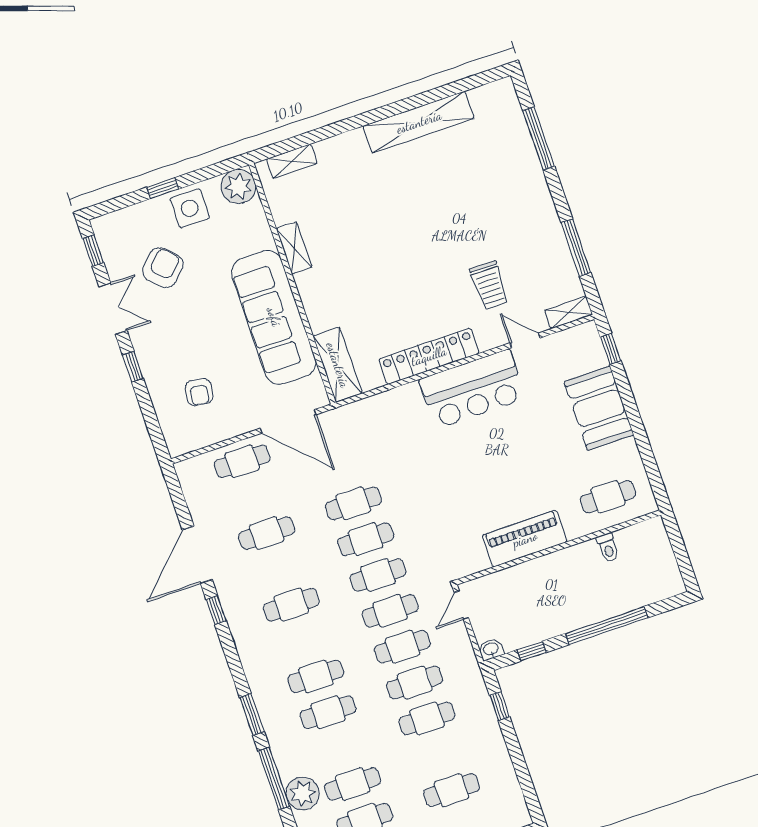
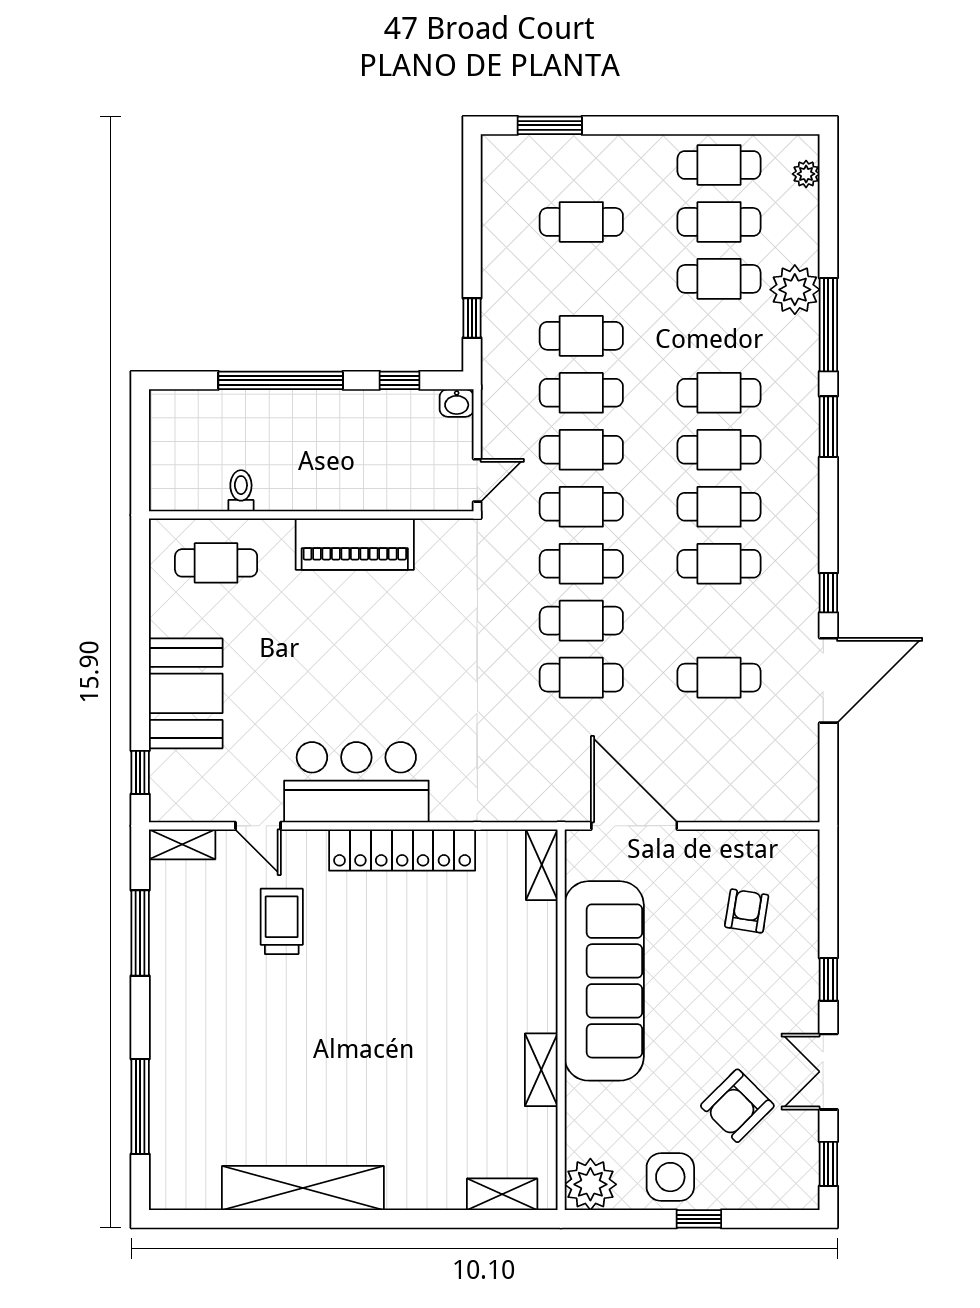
shelving: (338, 365) -> (542, 865), width x0.67, depth x0.75
cafe table: (242, 461) -> (719, 507), moved

